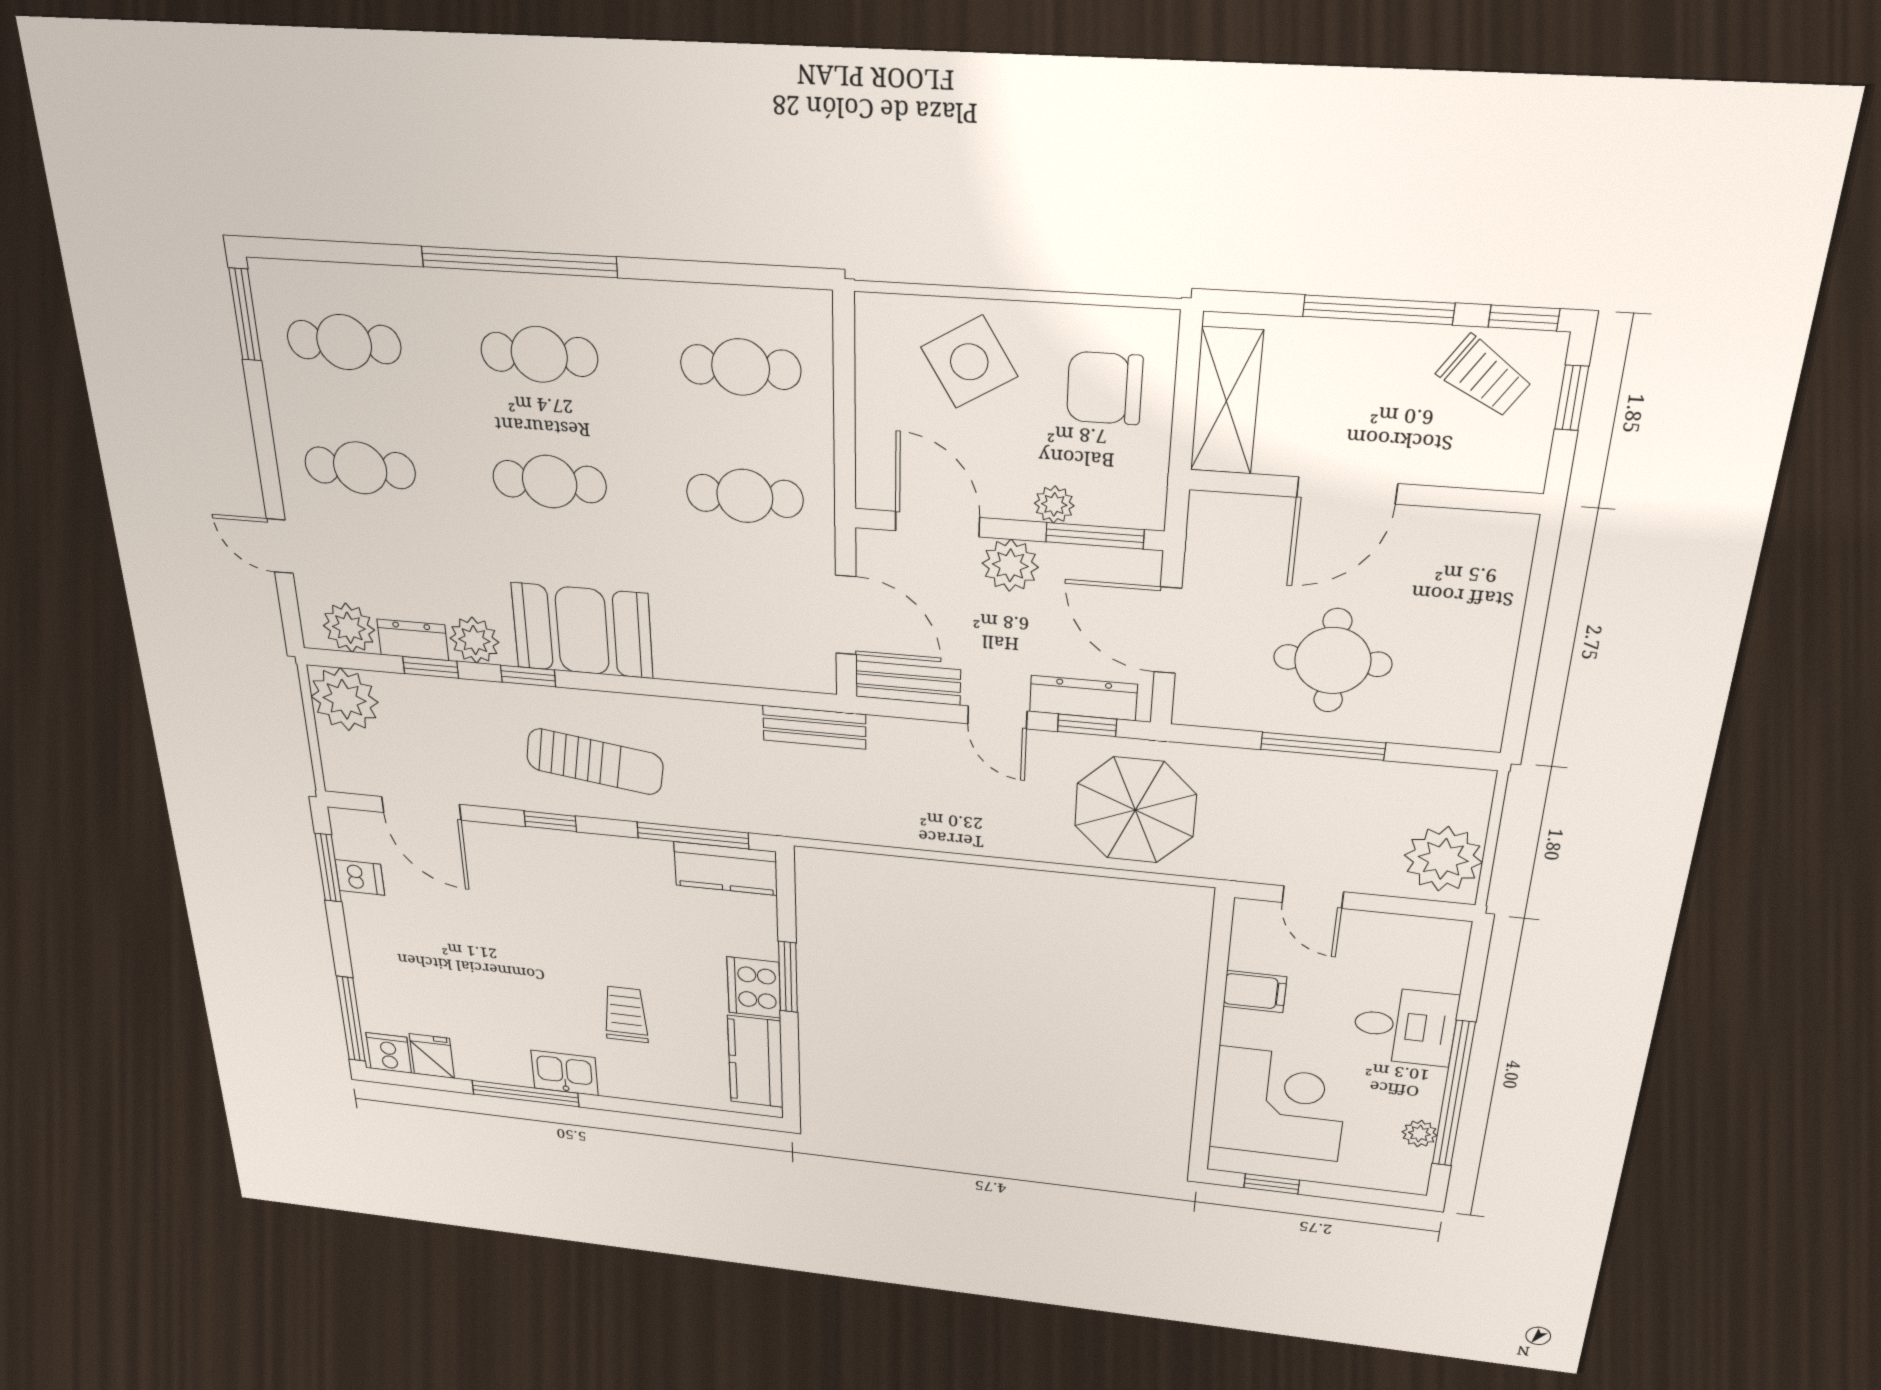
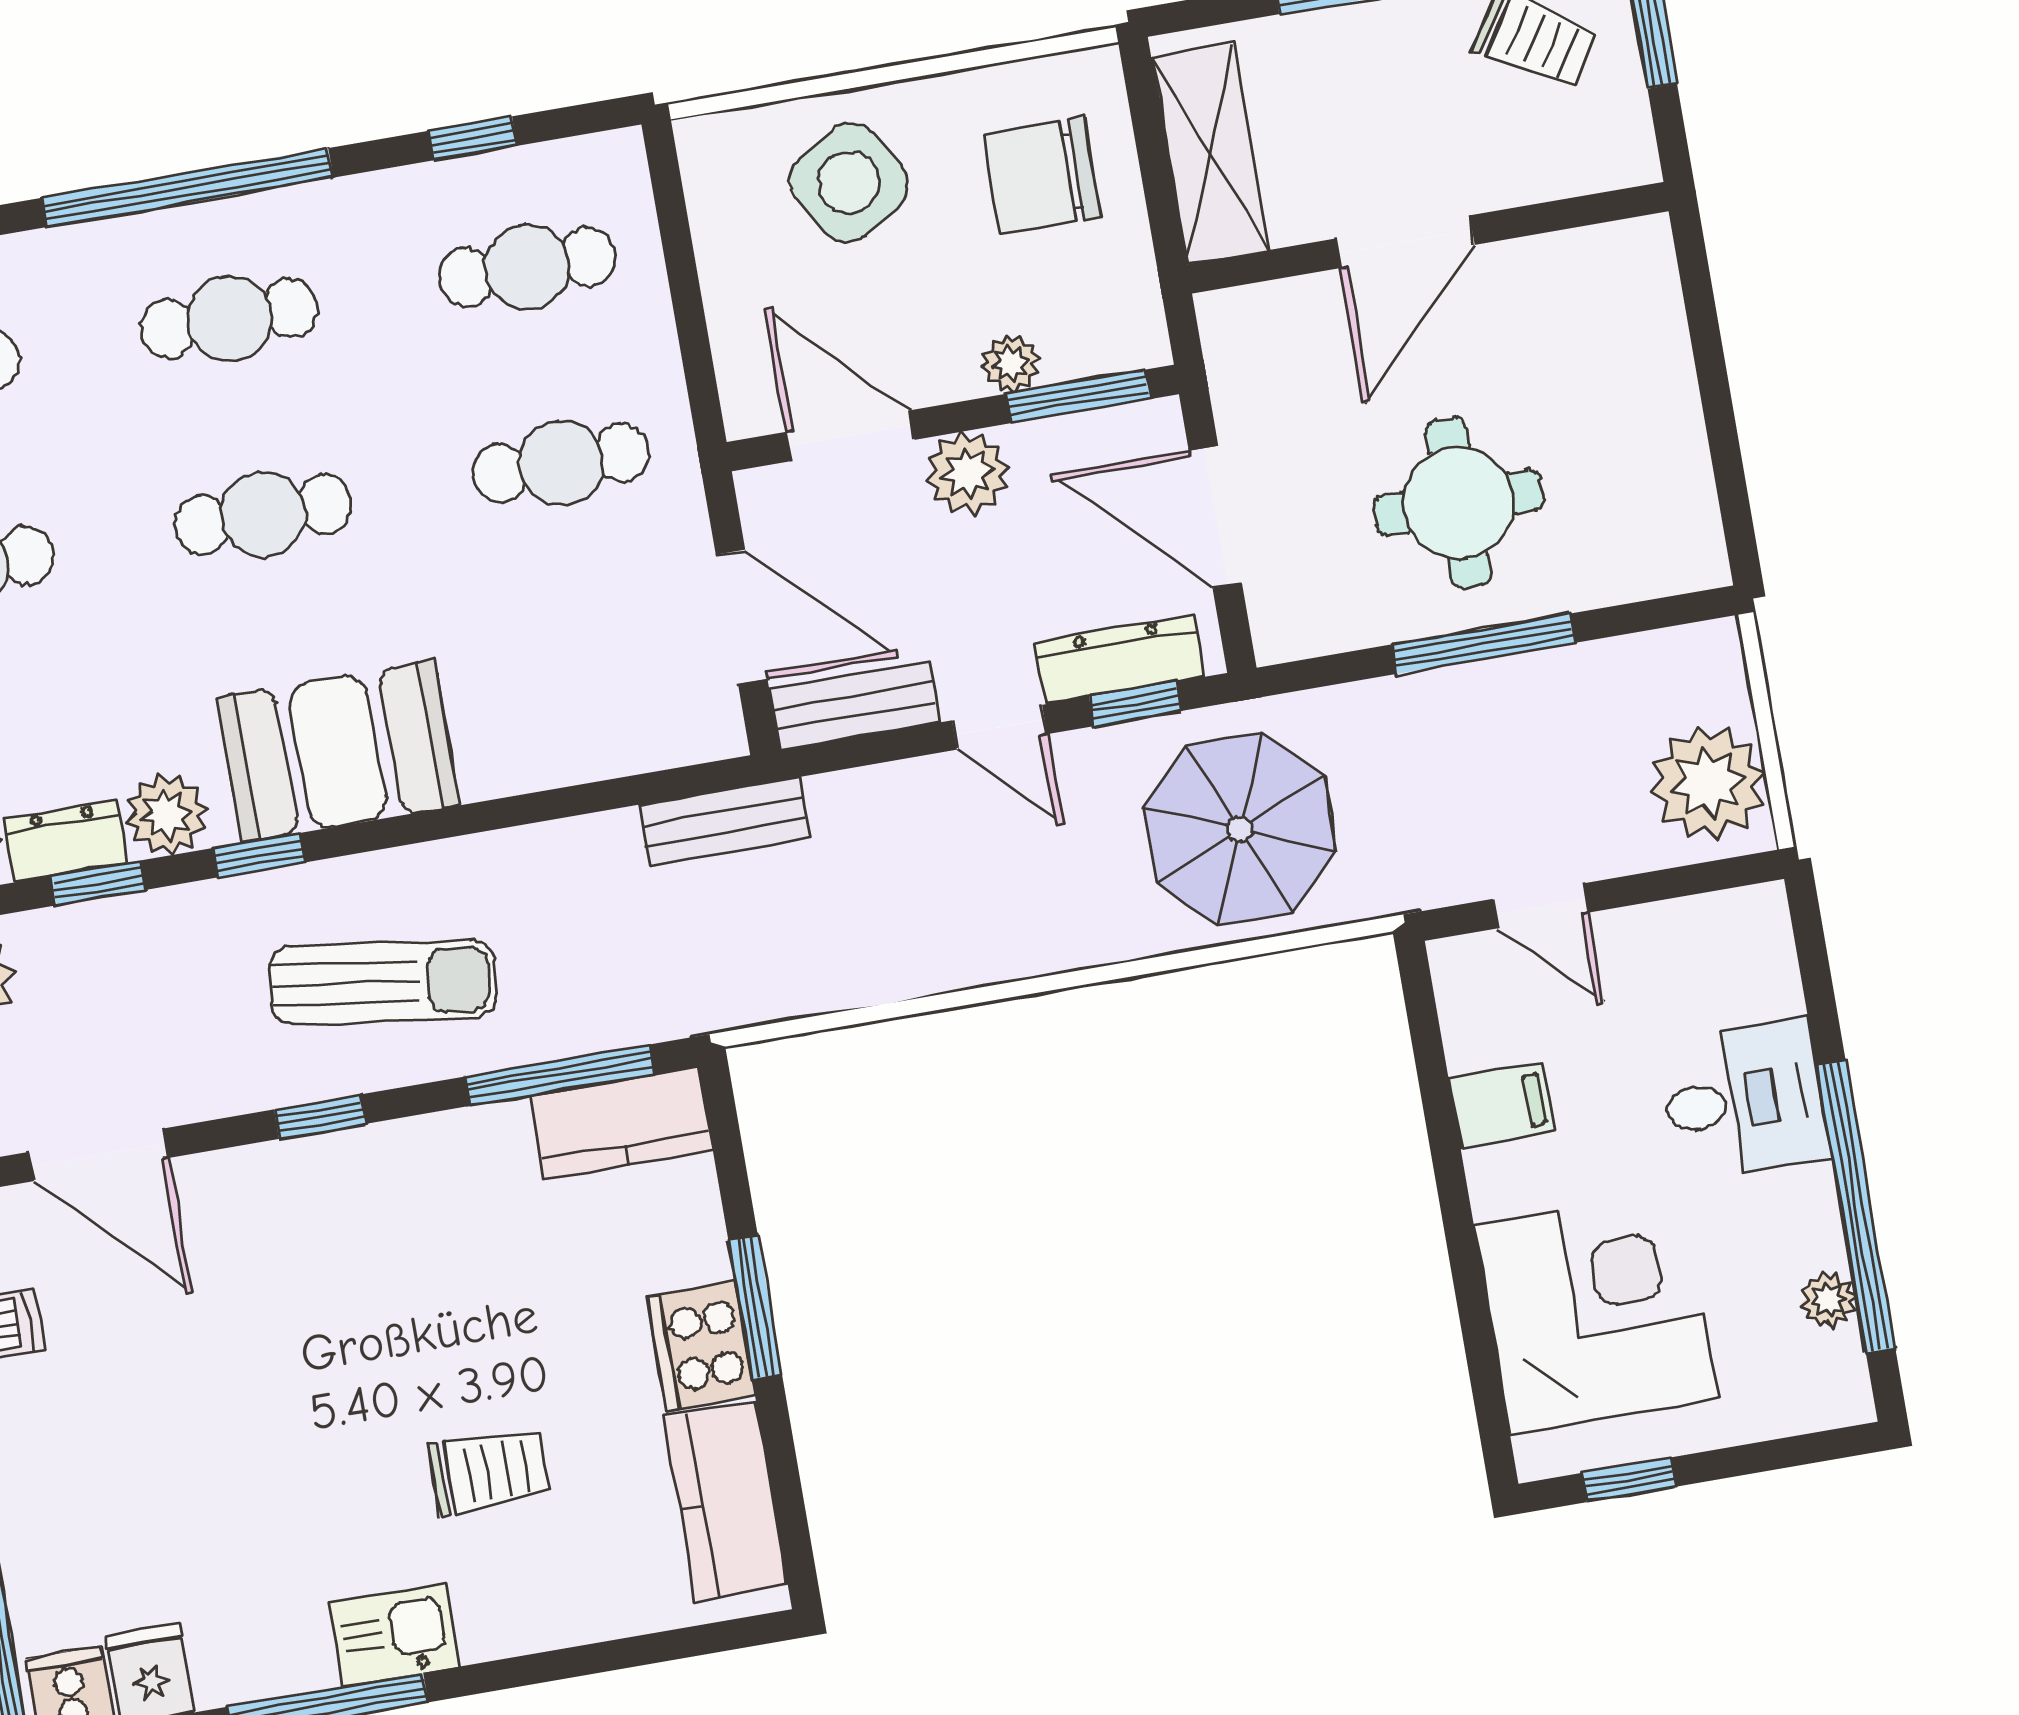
window: (716, 273) -> (473, 138), added
trolley: (626, 1014) -> (489, 1471), turned 90

